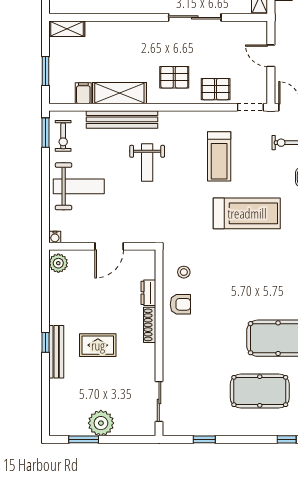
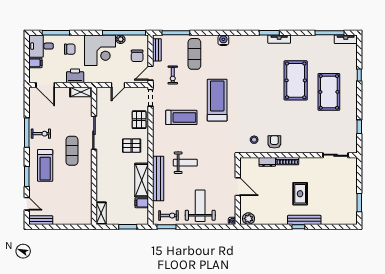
pallet: (174, 77) -> (132, 146), turned 90
plant: (101, 423) -> (349, 192), removed

